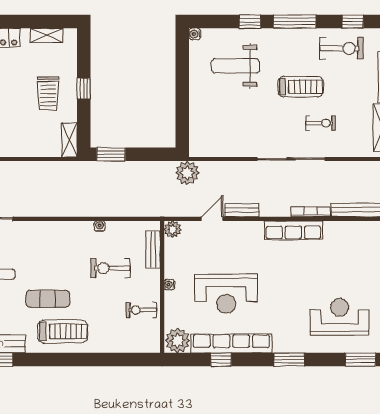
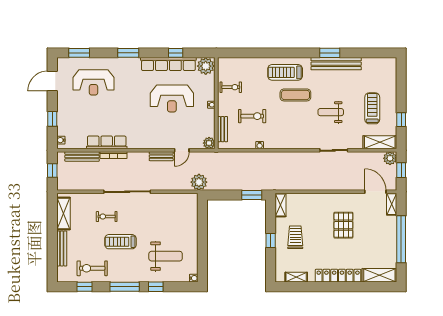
row of seats: (293, 230) -> (107, 142), moved
reception desk: (226, 294) -> (172, 99), turned 180

